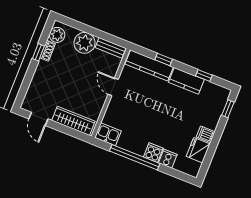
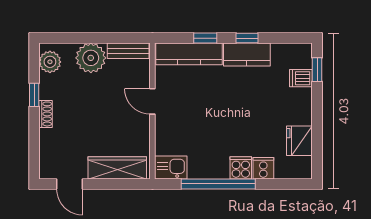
shoe rack: (48, 51) -> (46, 114), moved
window: (204, 75) -> (247, 38), moved
dishwasher: (206, 134) -> (301, 78), moved

